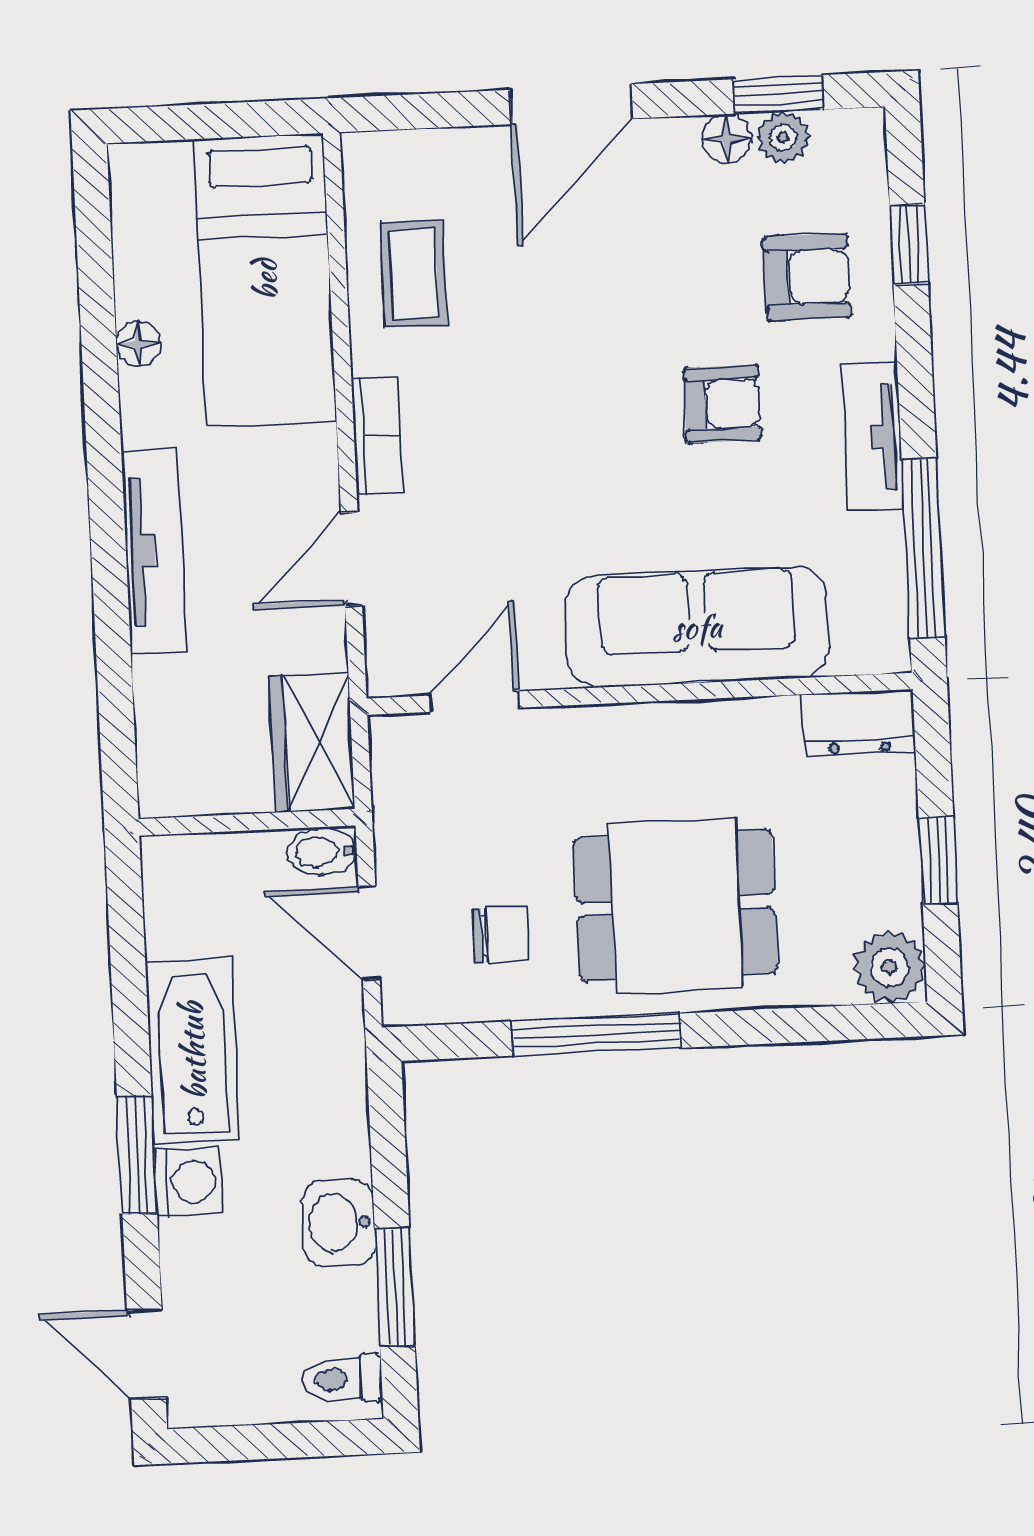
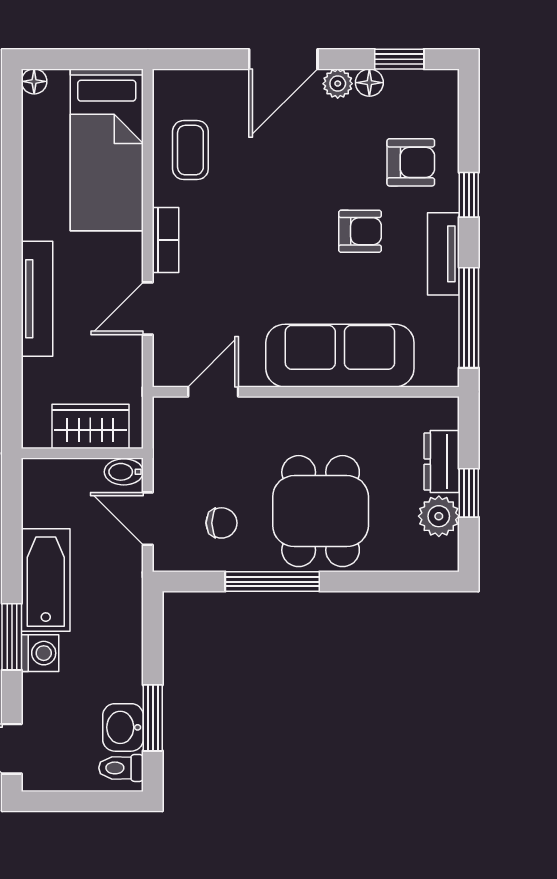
plant: (783, 138) -> (338, 84), moved
window: (909, 244) -> (469, 195), moved
floor lamp: (138, 344) -> (34, 81), moved
dresser: (859, 723) -> (442, 462), moved, turned 90
wardrobe: (312, 743) -> (90, 426), moved, turned 90
dining table: (676, 905) -> (321, 511), turned 90
plant: (889, 967) -> (439, 516), moved
washbasin: (338, 1223) -> (123, 727), moved

